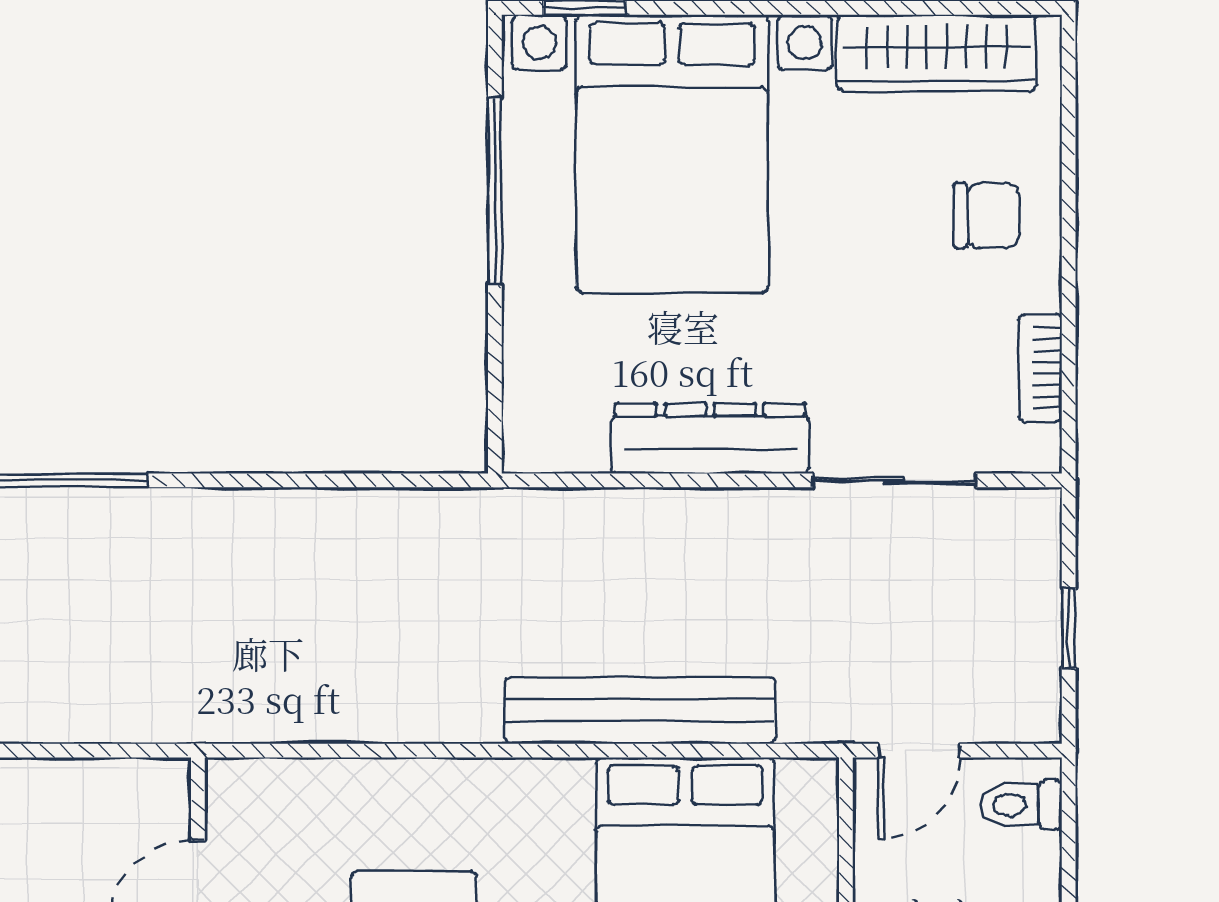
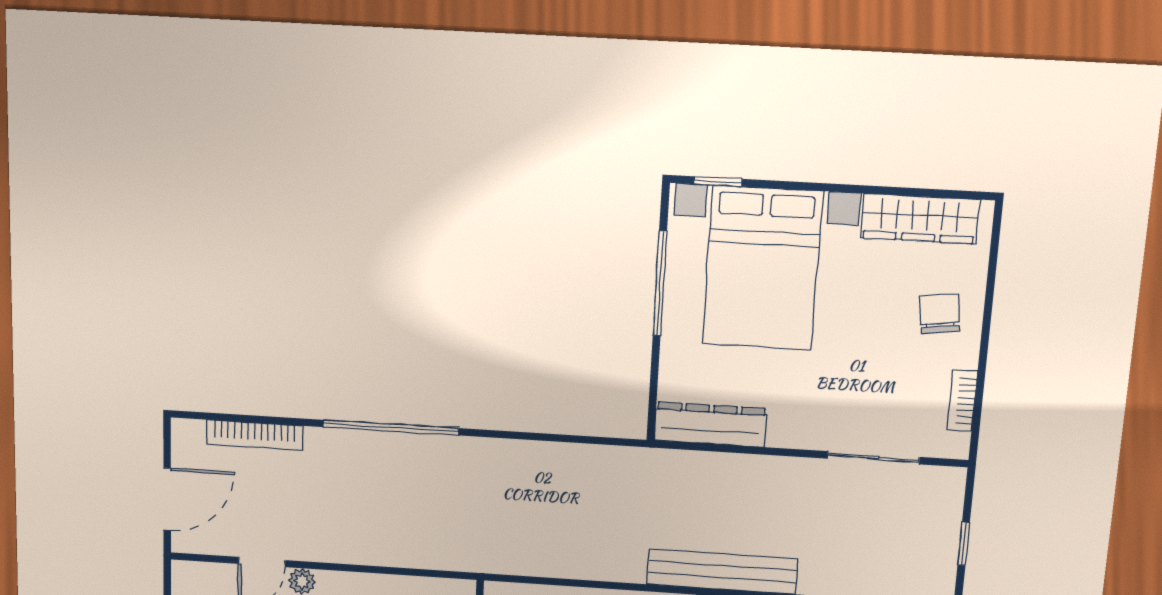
chair: (986, 216) -> (940, 314), turned -97
dresser: (710, 438) -> (710, 425), moved

